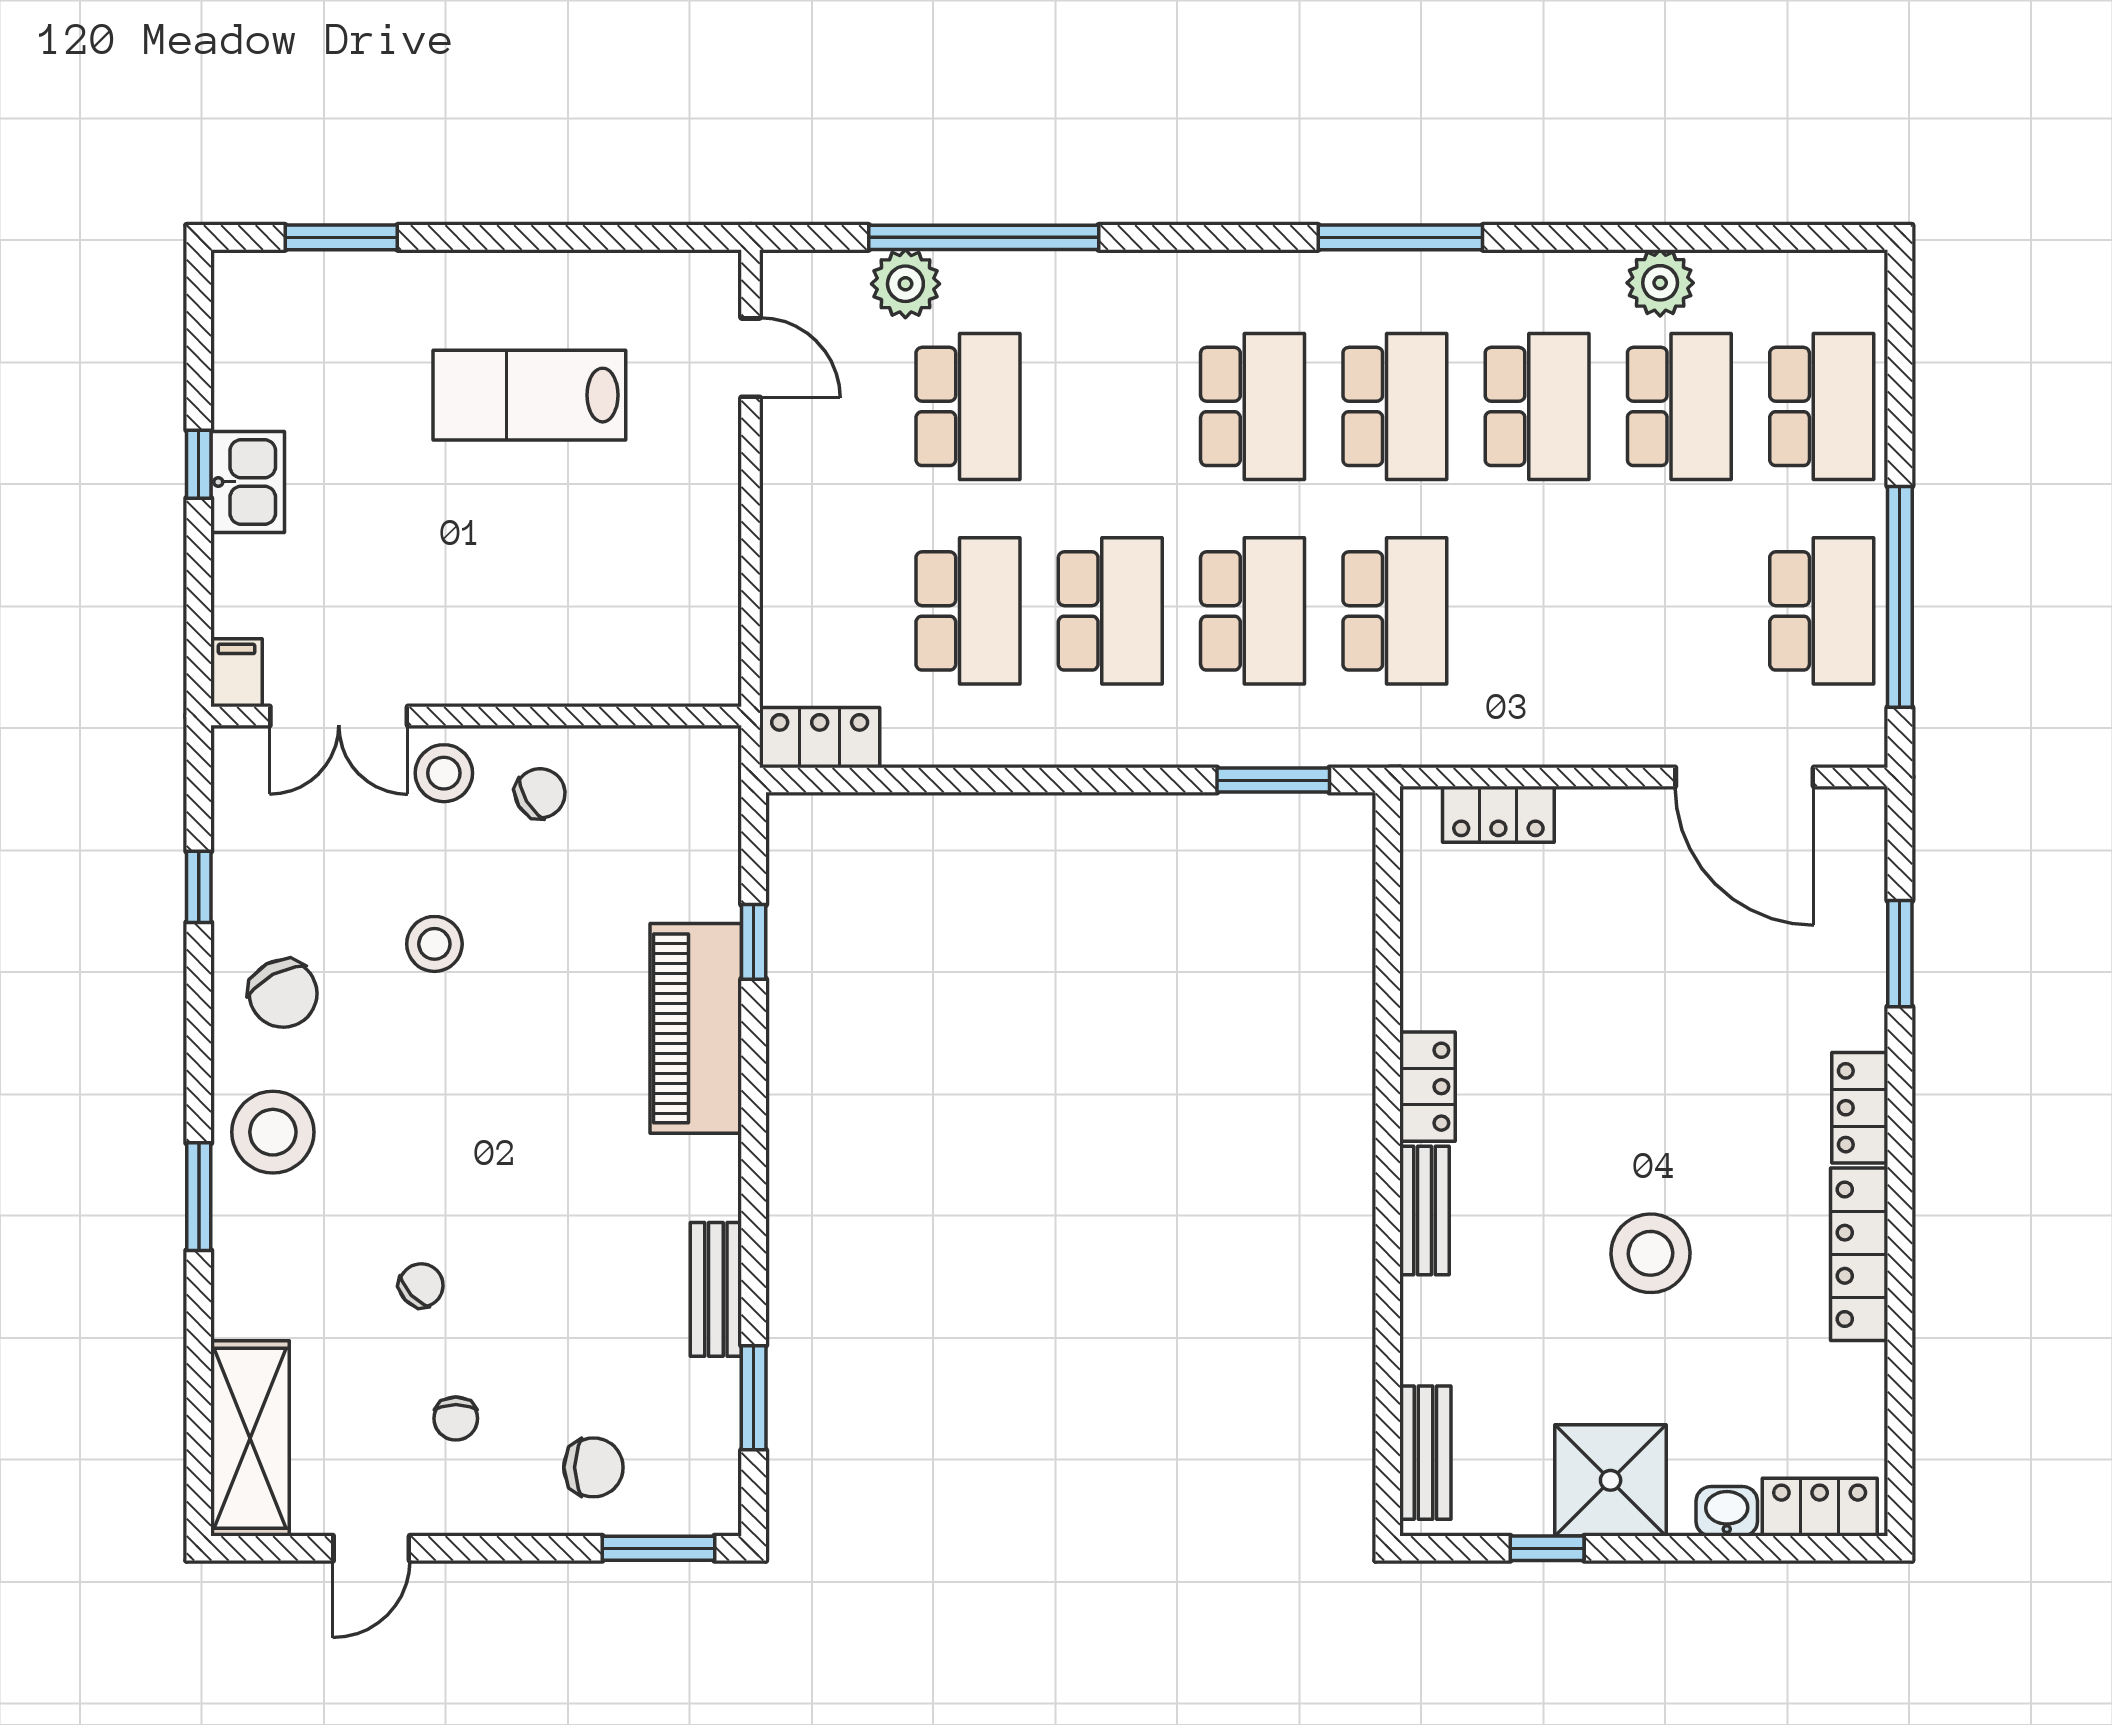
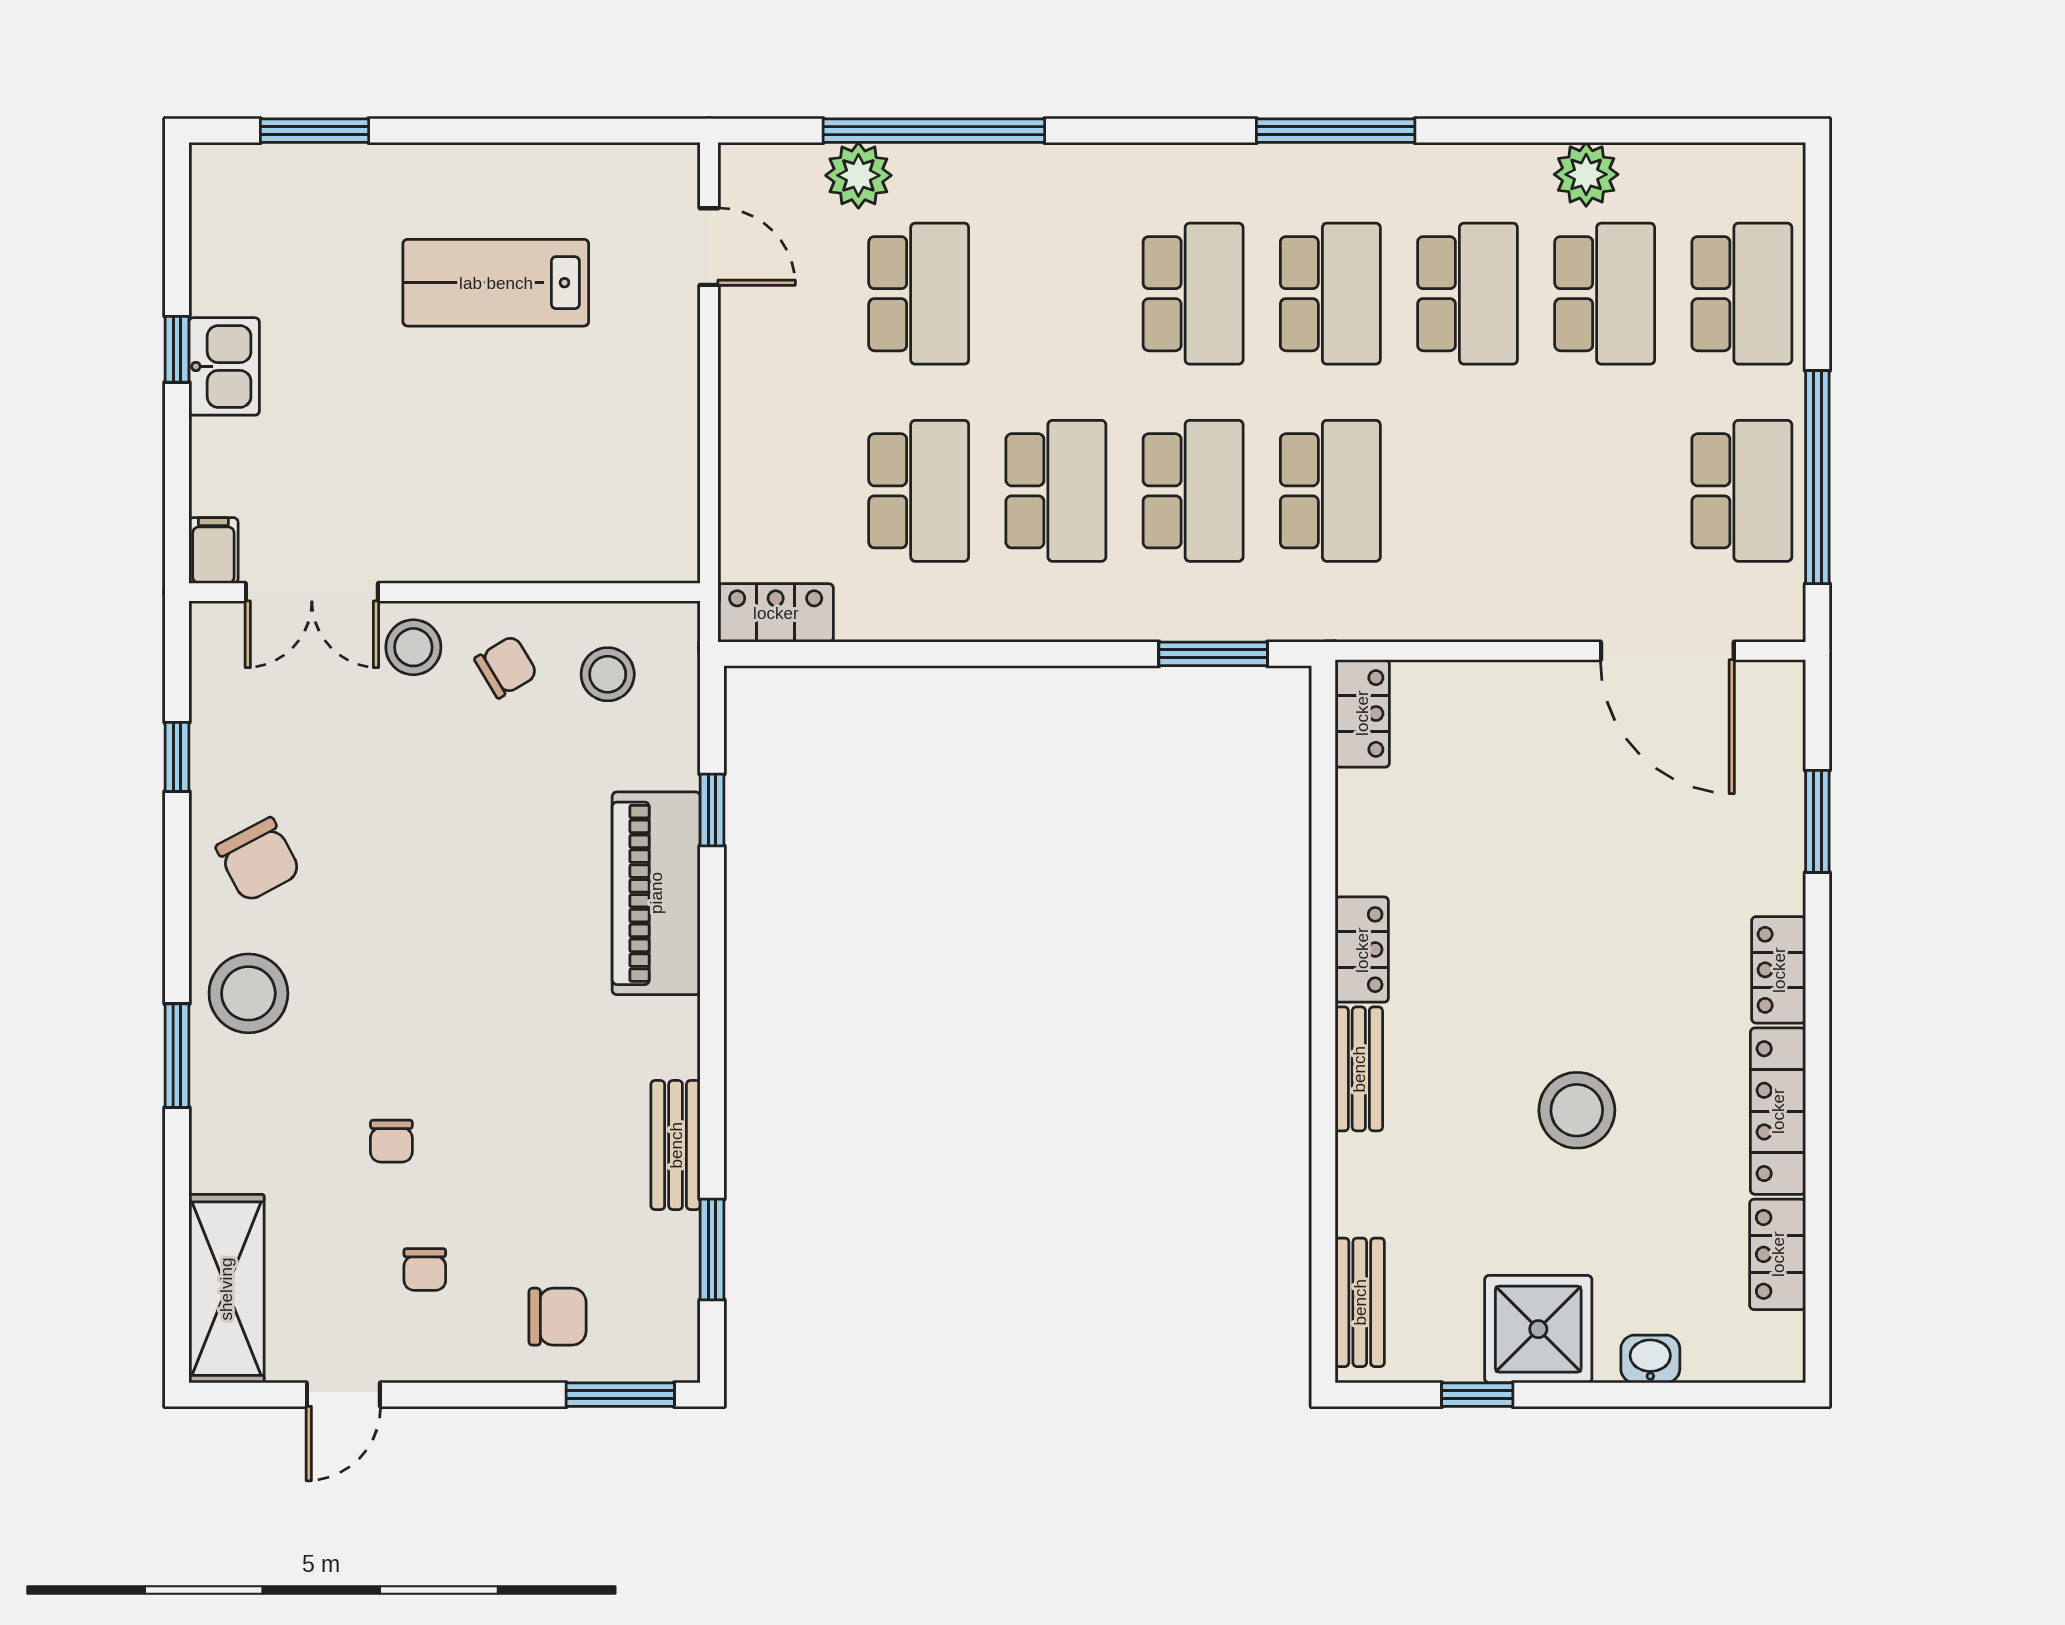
locker: (1498, 814) -> (1362, 713), moved, turned -90
stool: (434, 944) -> (608, 674), moved
chair: (421, 1285) -> (391, 1141), turned 133
locker: (1820, 1507) -> (1778, 1254), moved, turned -90

